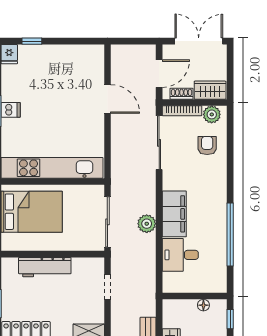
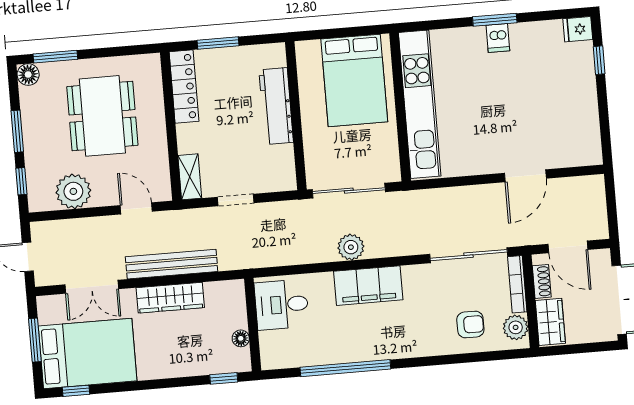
desk: (180, 255) -> (282, 305), moved, turned -90
doorway: (107, 287) -> (236, 200), moved

